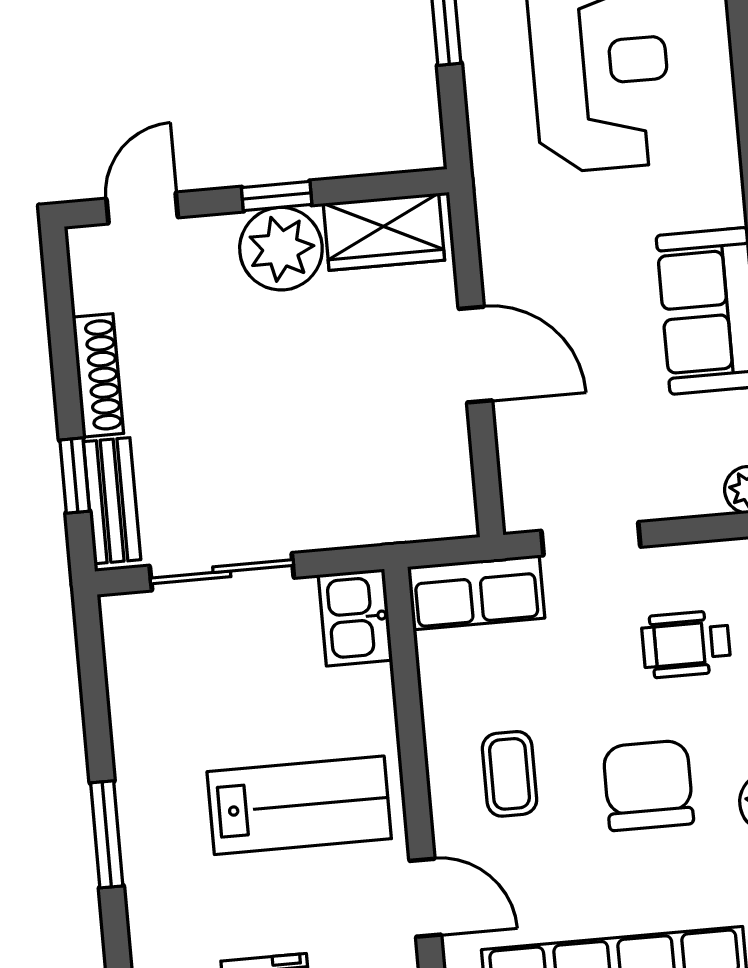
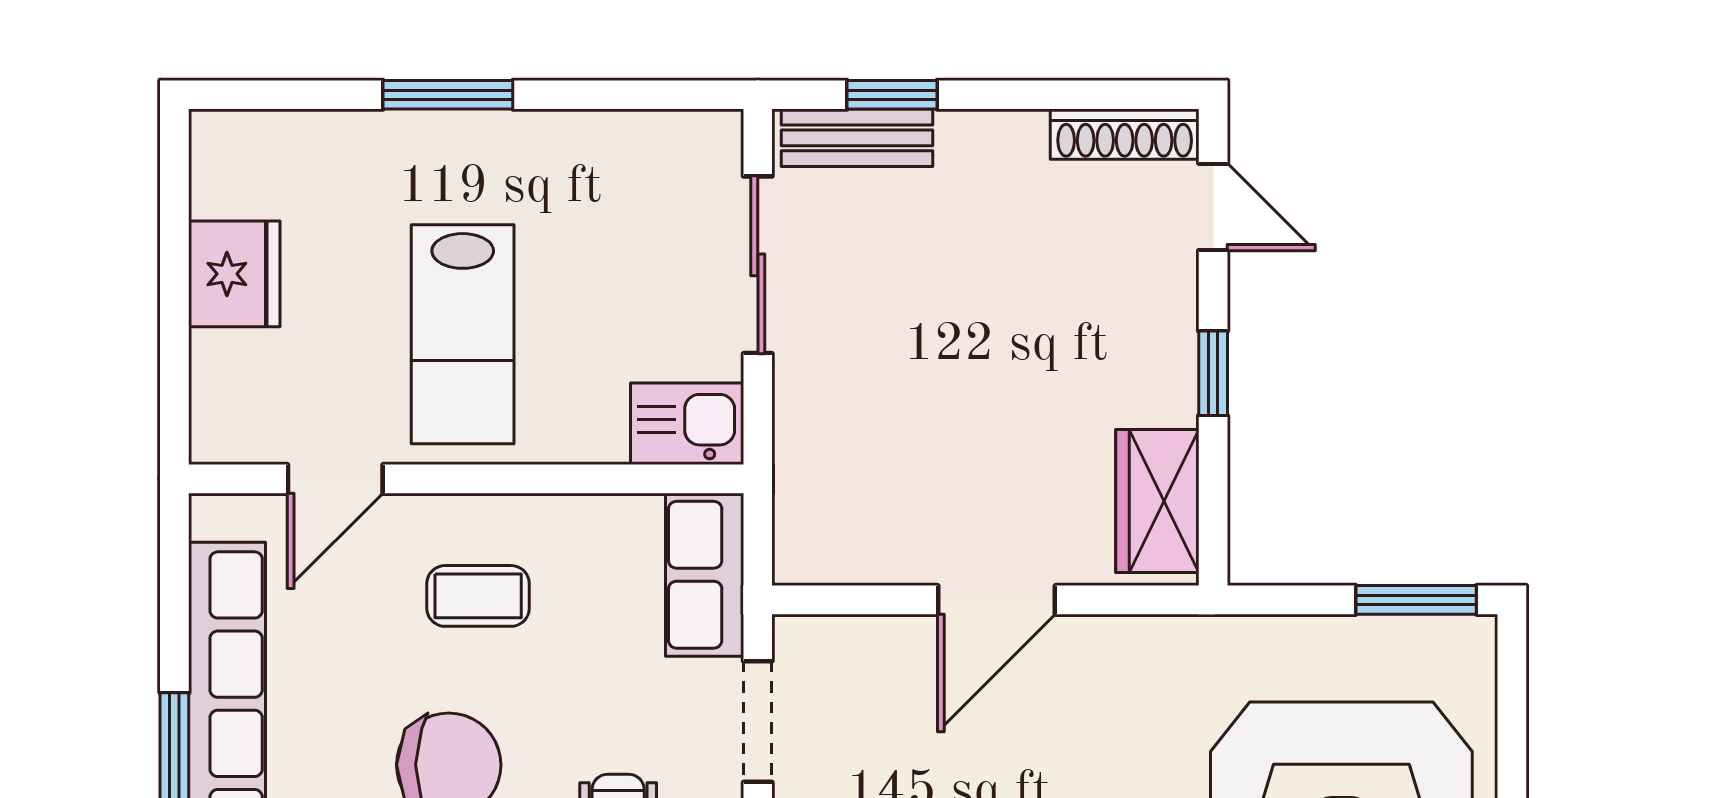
plant: (281, 249) -> (1148, 373), removed
shoe rack: (98, 375) -> (1125, 134), moved

